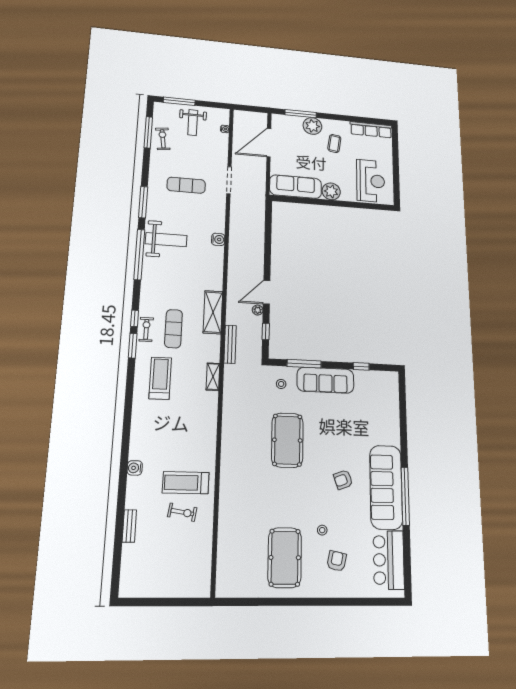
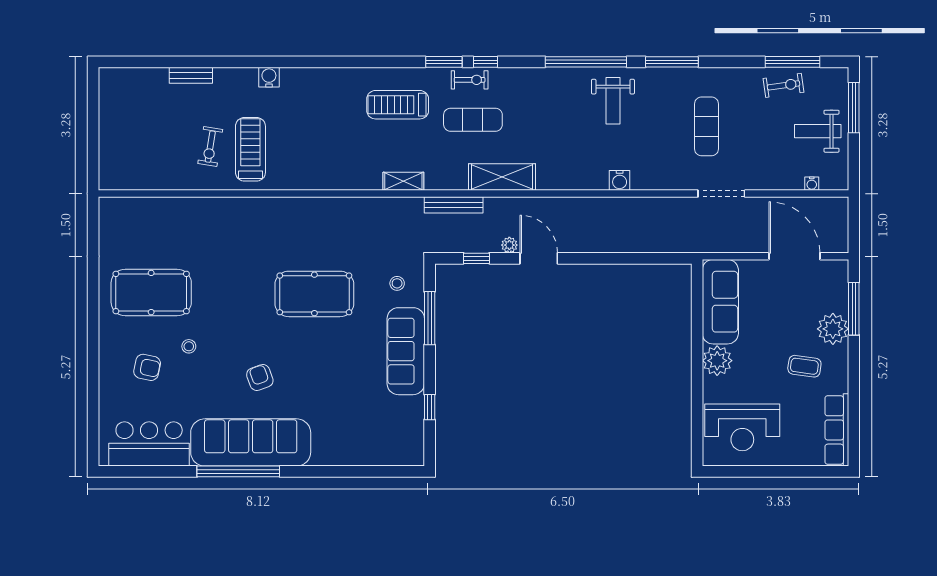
weight bench: (166, 240) -> (613, 101), width x0.73, depth x0.75
treadmill: (160, 378) -> (398, 105), turned 180

